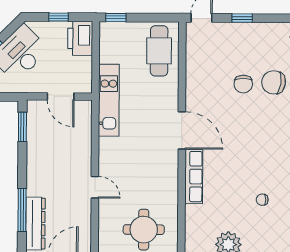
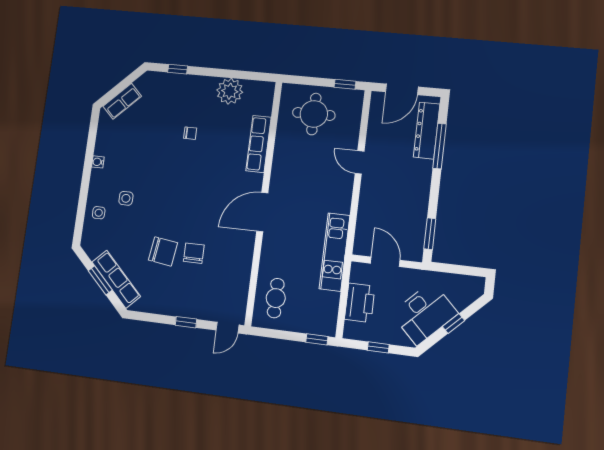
printer: (80, 38) -> (360, 303), moved
cafe table: (159, 51) -> (276, 298), width x0.73, depth x0.74
door: (182, 130) -> (262, 212), hinge flipped
row of seats: (194, 177) -> (259, 144), moved

